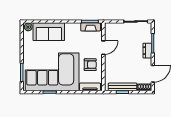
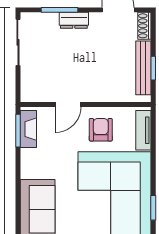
door: (103, 48) -> (68, 105), swing flipped

